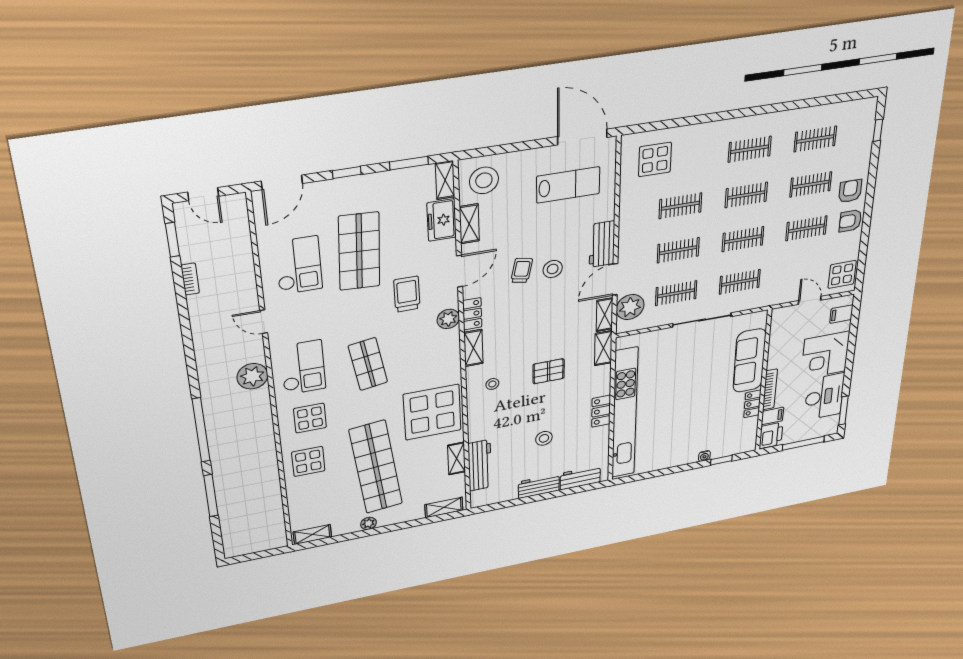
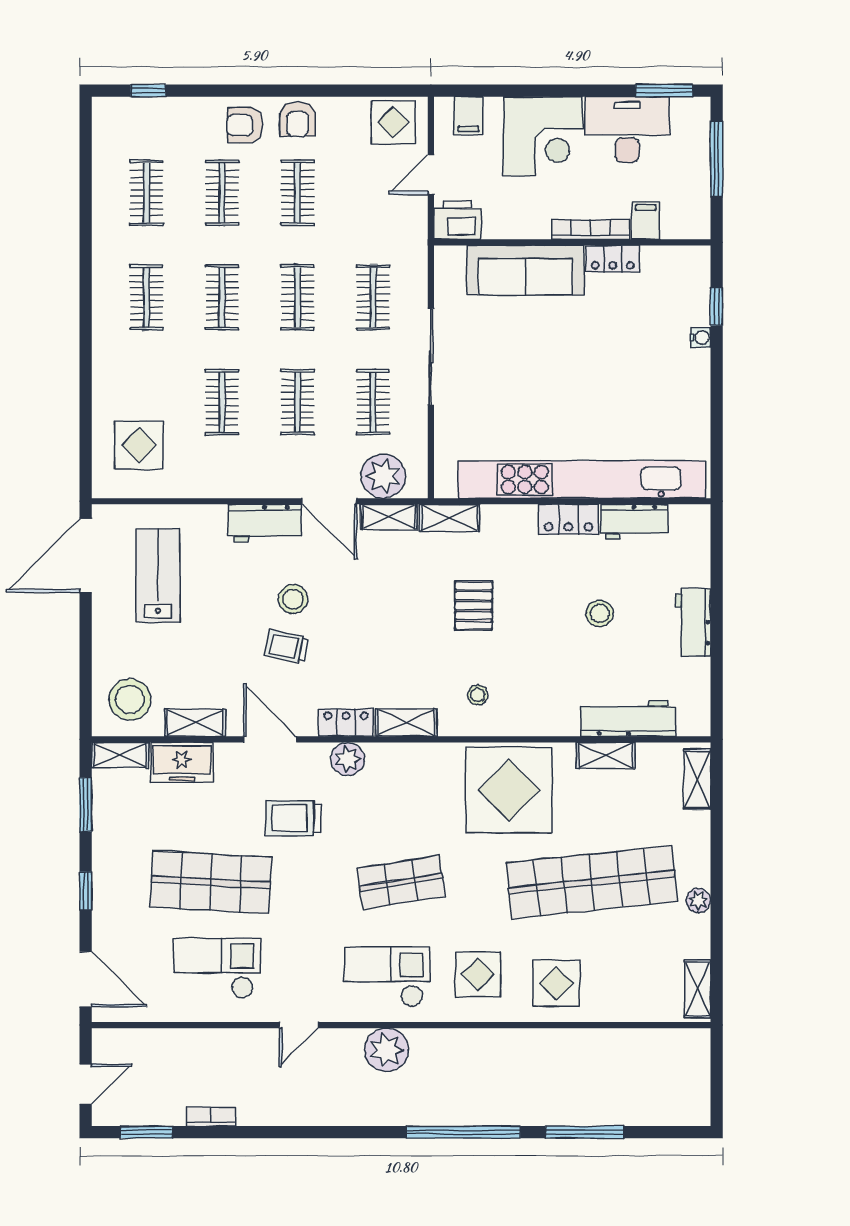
printer: (771, 435) -> (457, 220), moved
workbench: (580, 478) -> (634, 522), moved, turned -90

